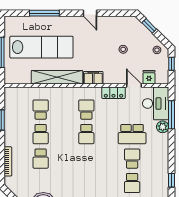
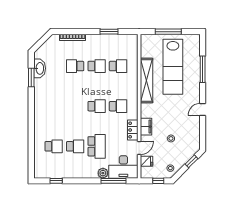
filing cabinet: (93, 78) -> (146, 127), moved
school desk: (41, 134) -> (97, 66), turned 180
school desk: (86, 134) -> (97, 106), turned 180
school desk: (132, 134) -> (97, 146), turned 180
school desk: (132, 183) -> (54, 146), turned 180

